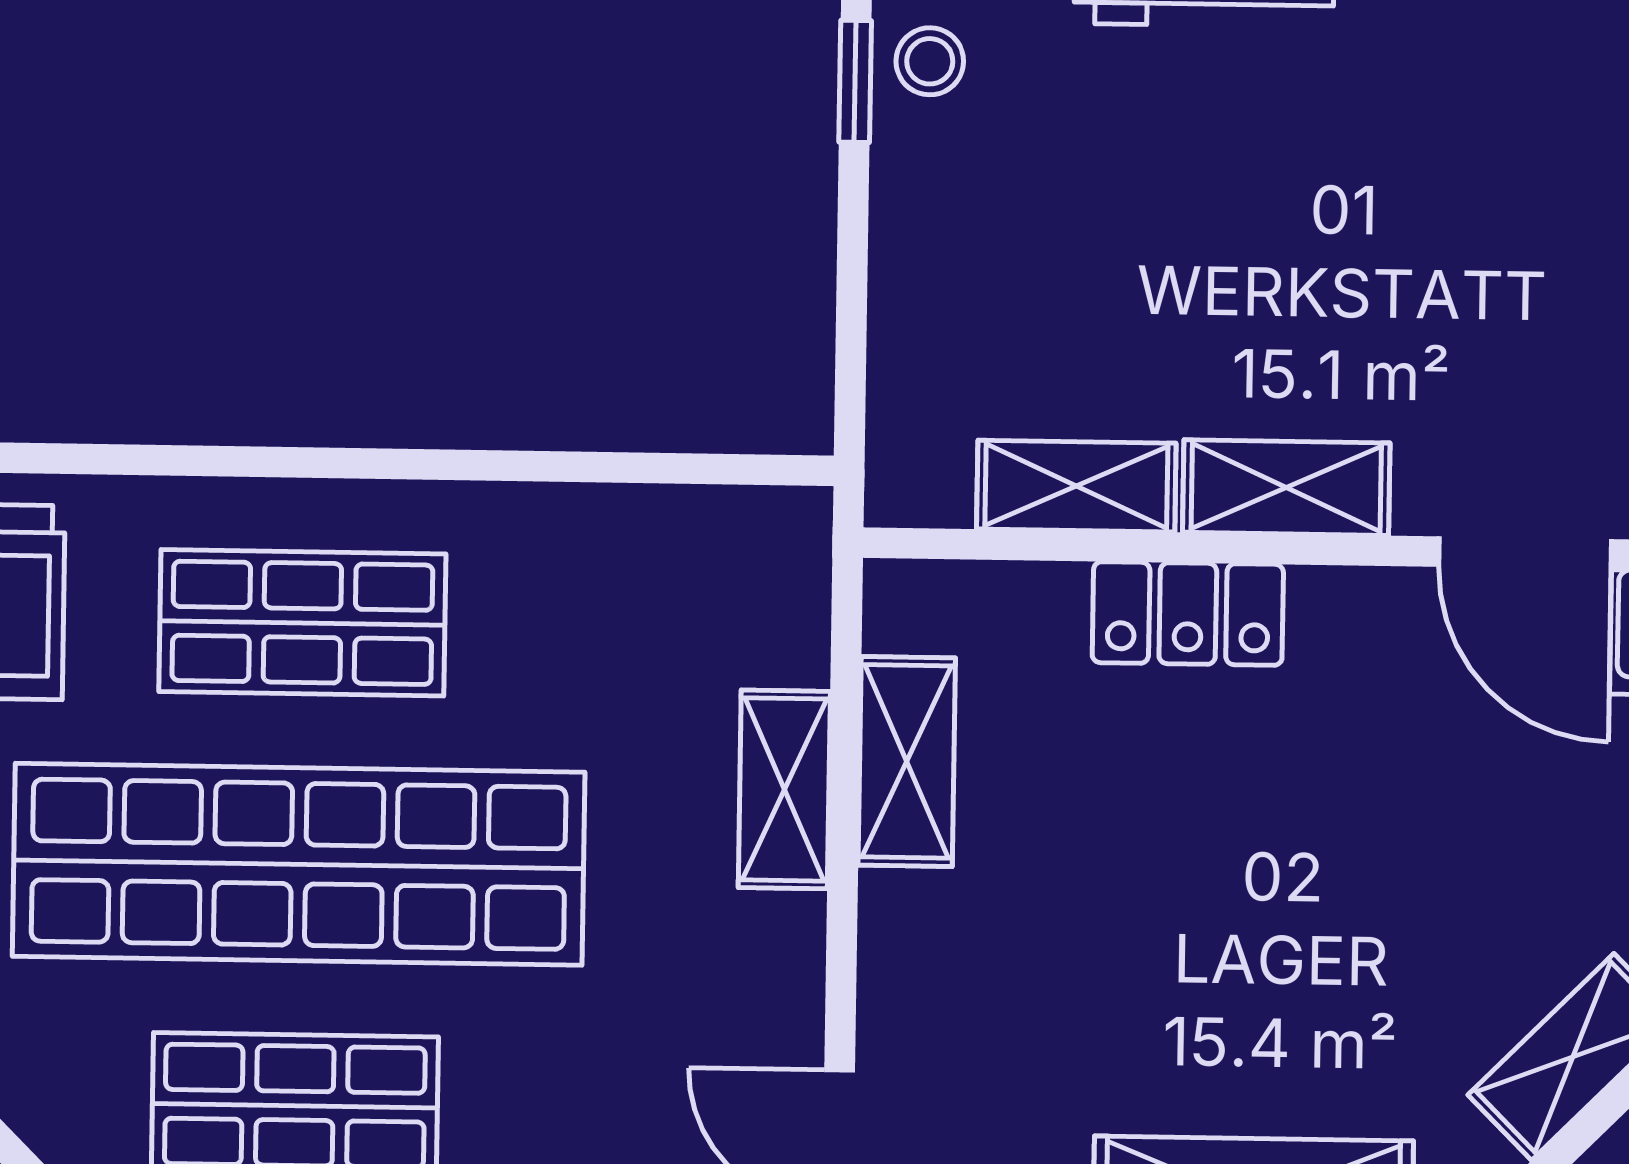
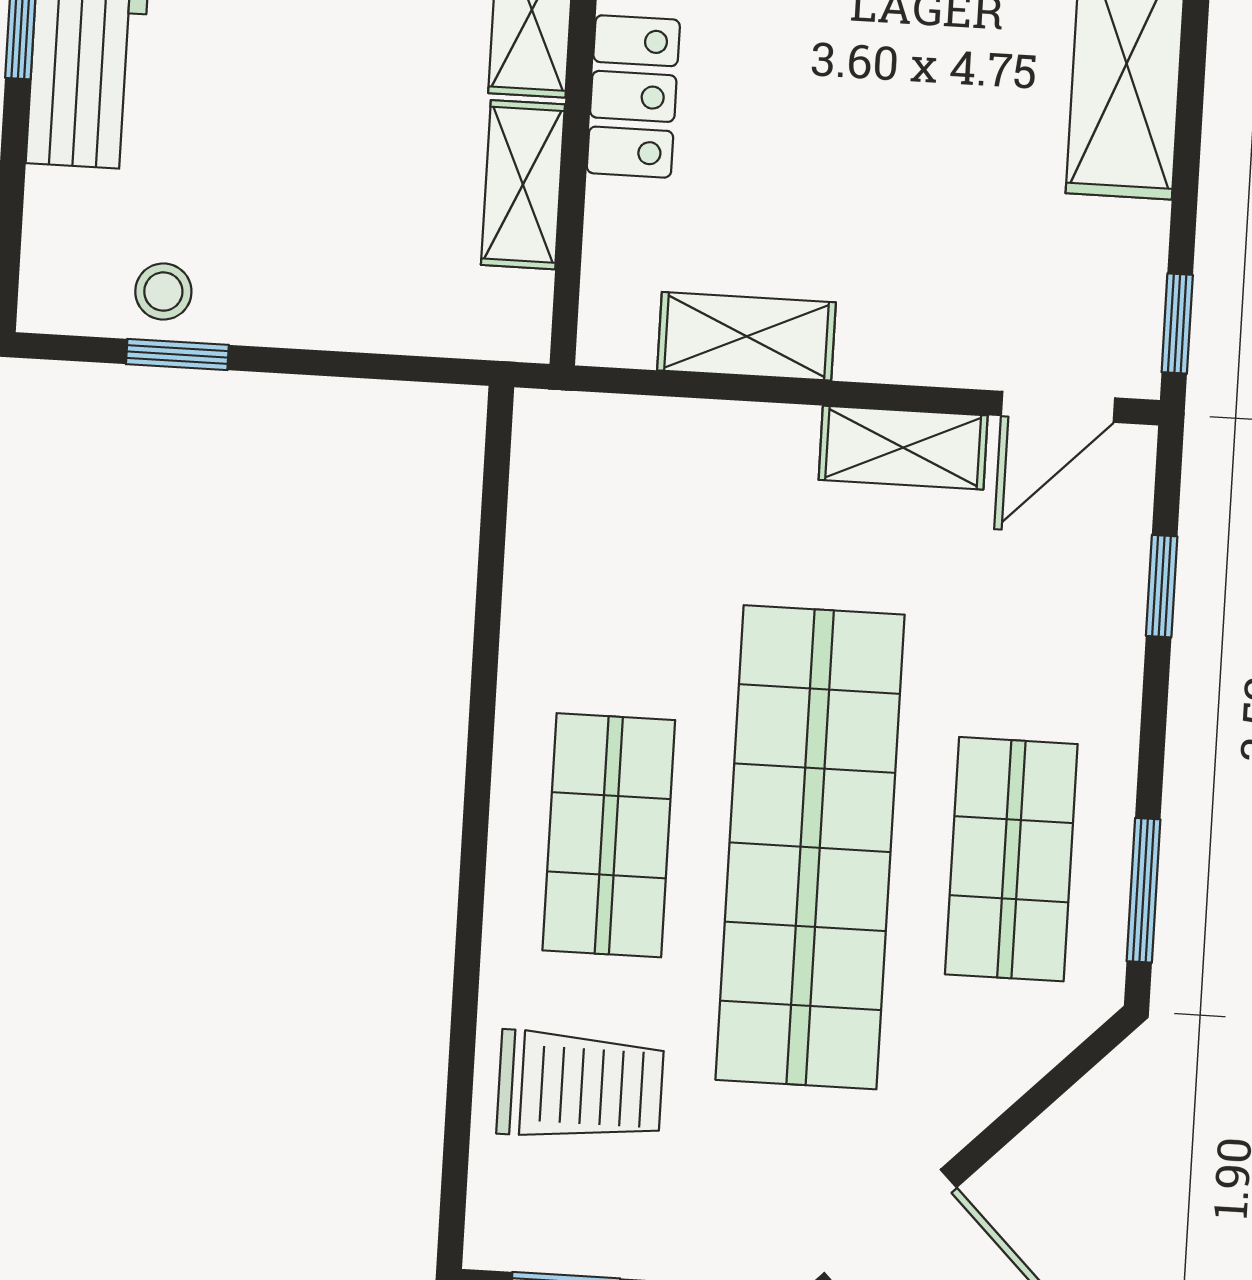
shelving: (784, 789) -> (903, 448), moved

